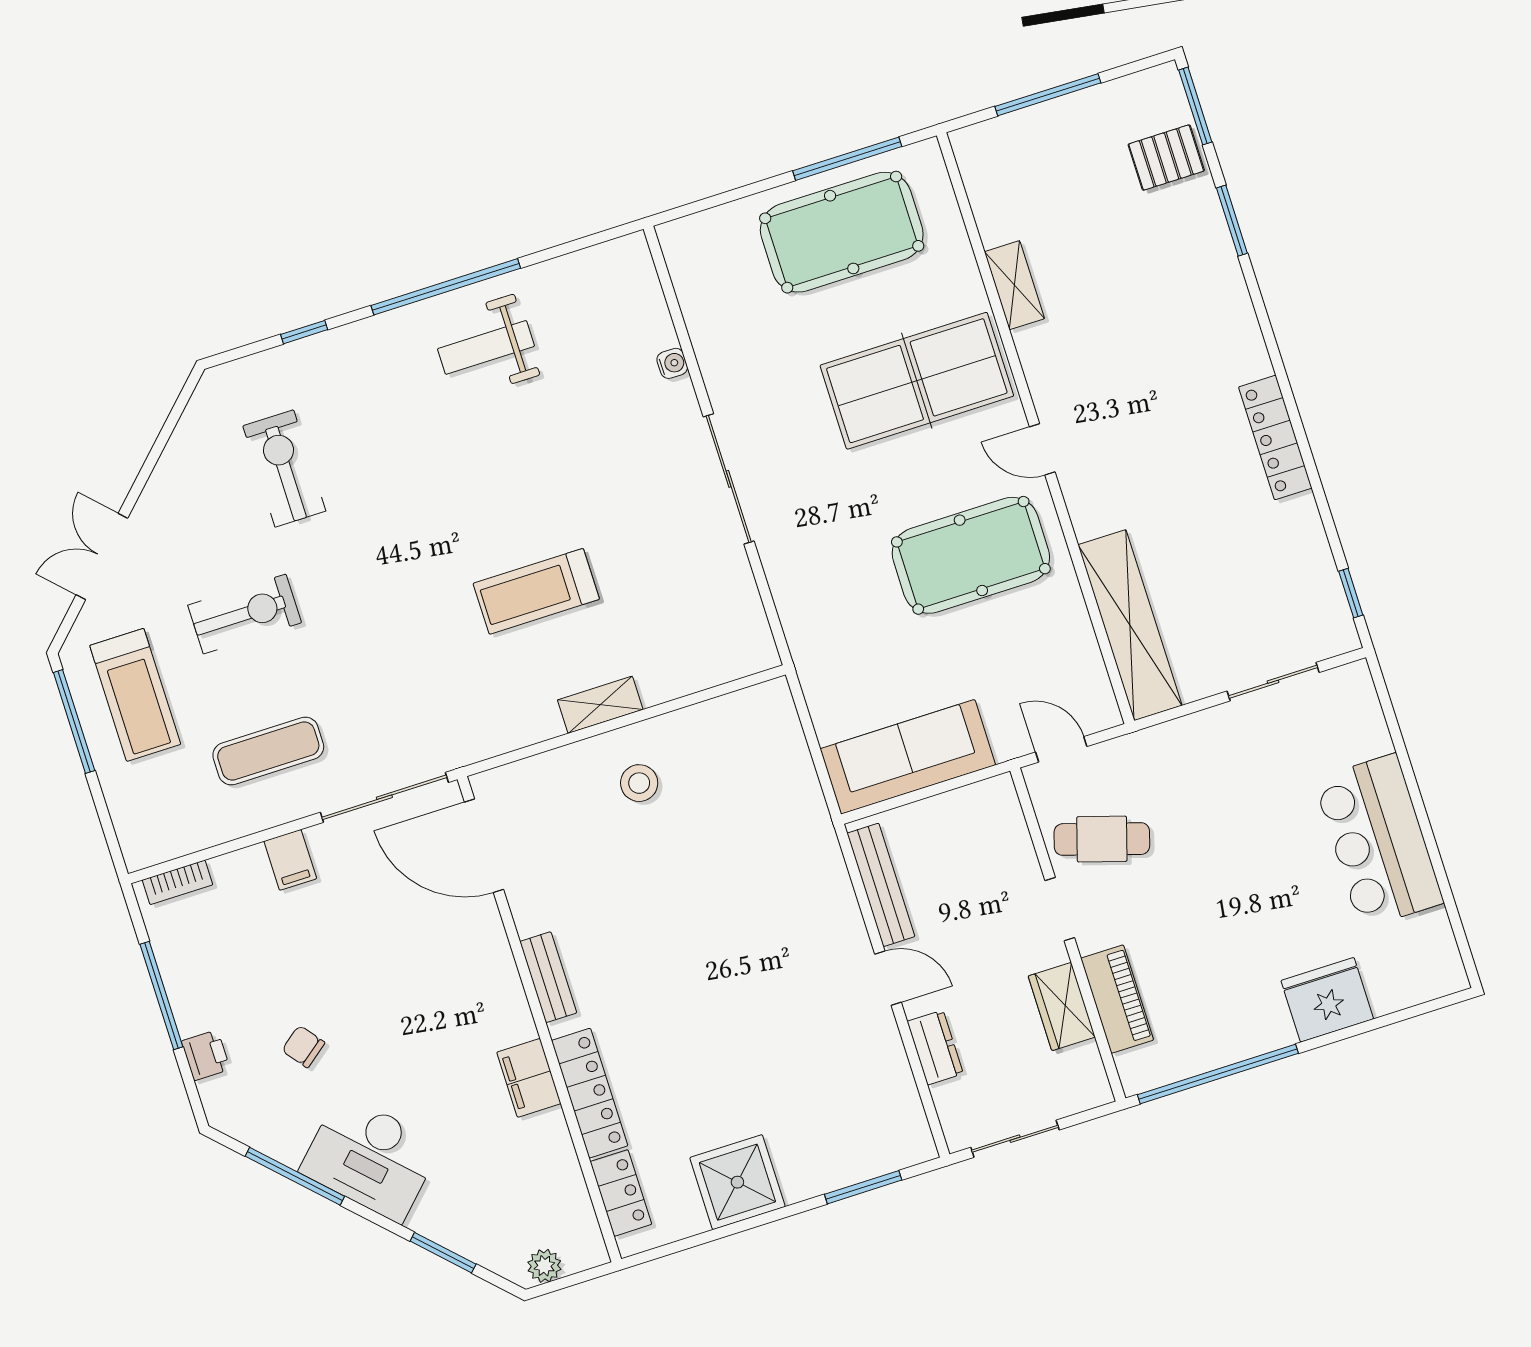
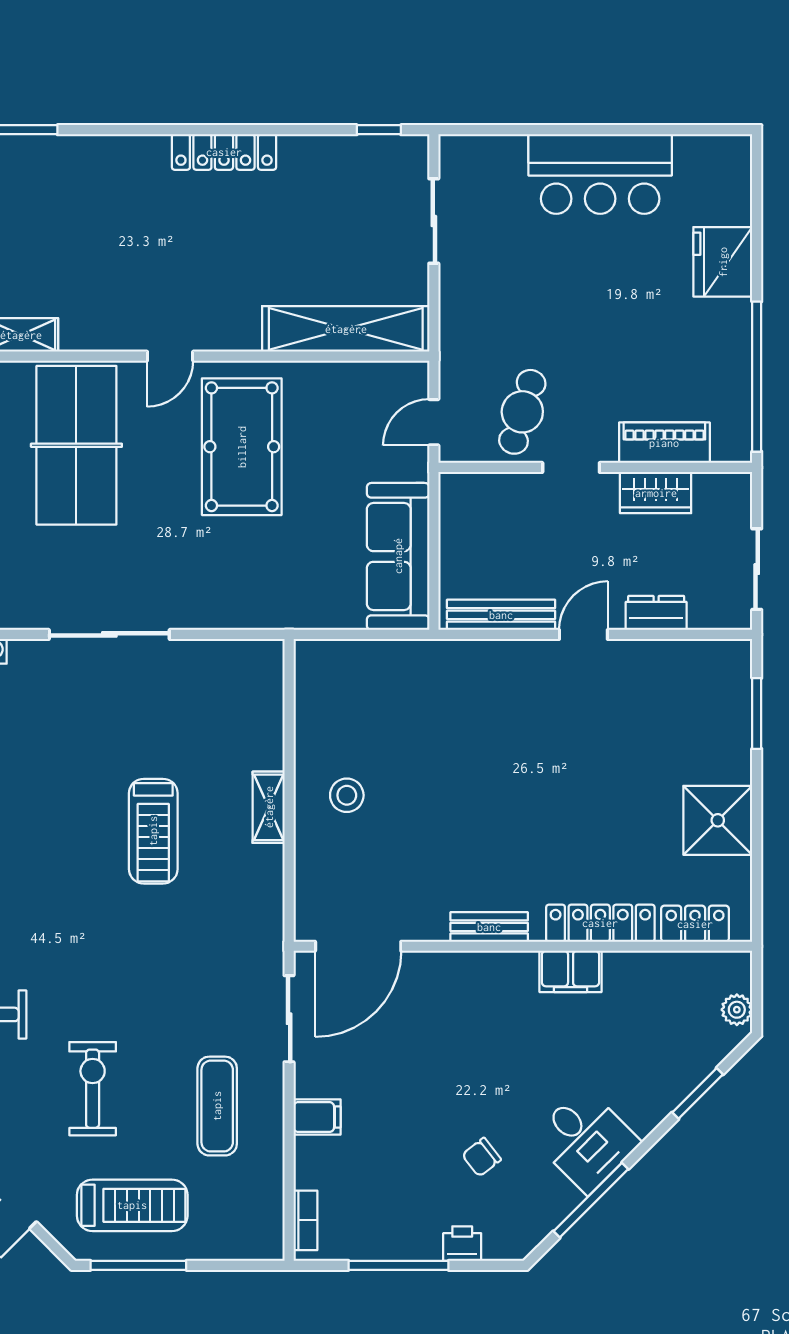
sliding door: (384, 797) -> (289, 1019), width x0.73
desk: (370, 1158) -> (586, 1140), width x0.73

